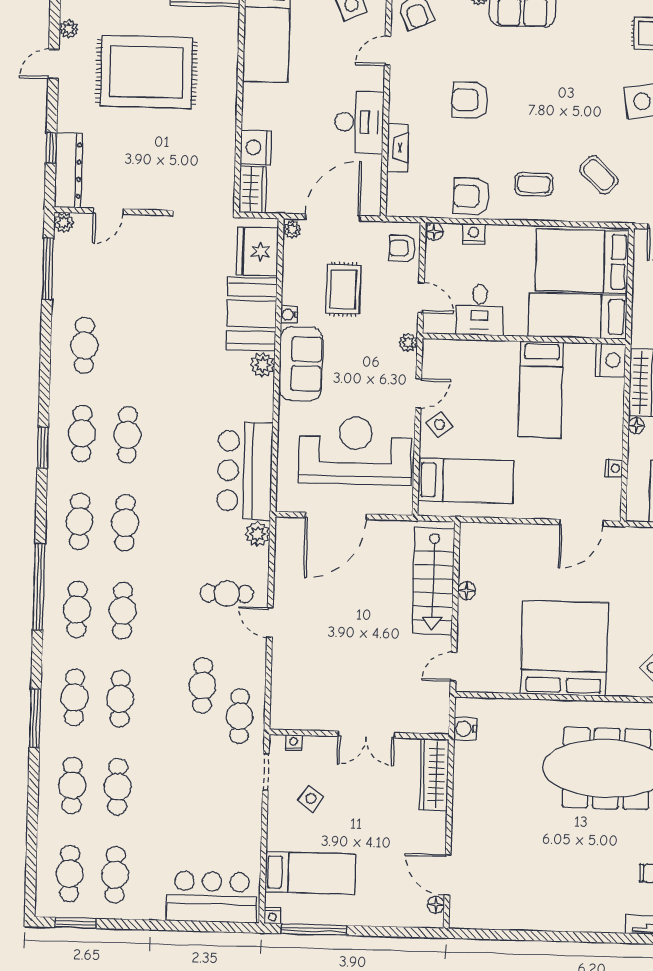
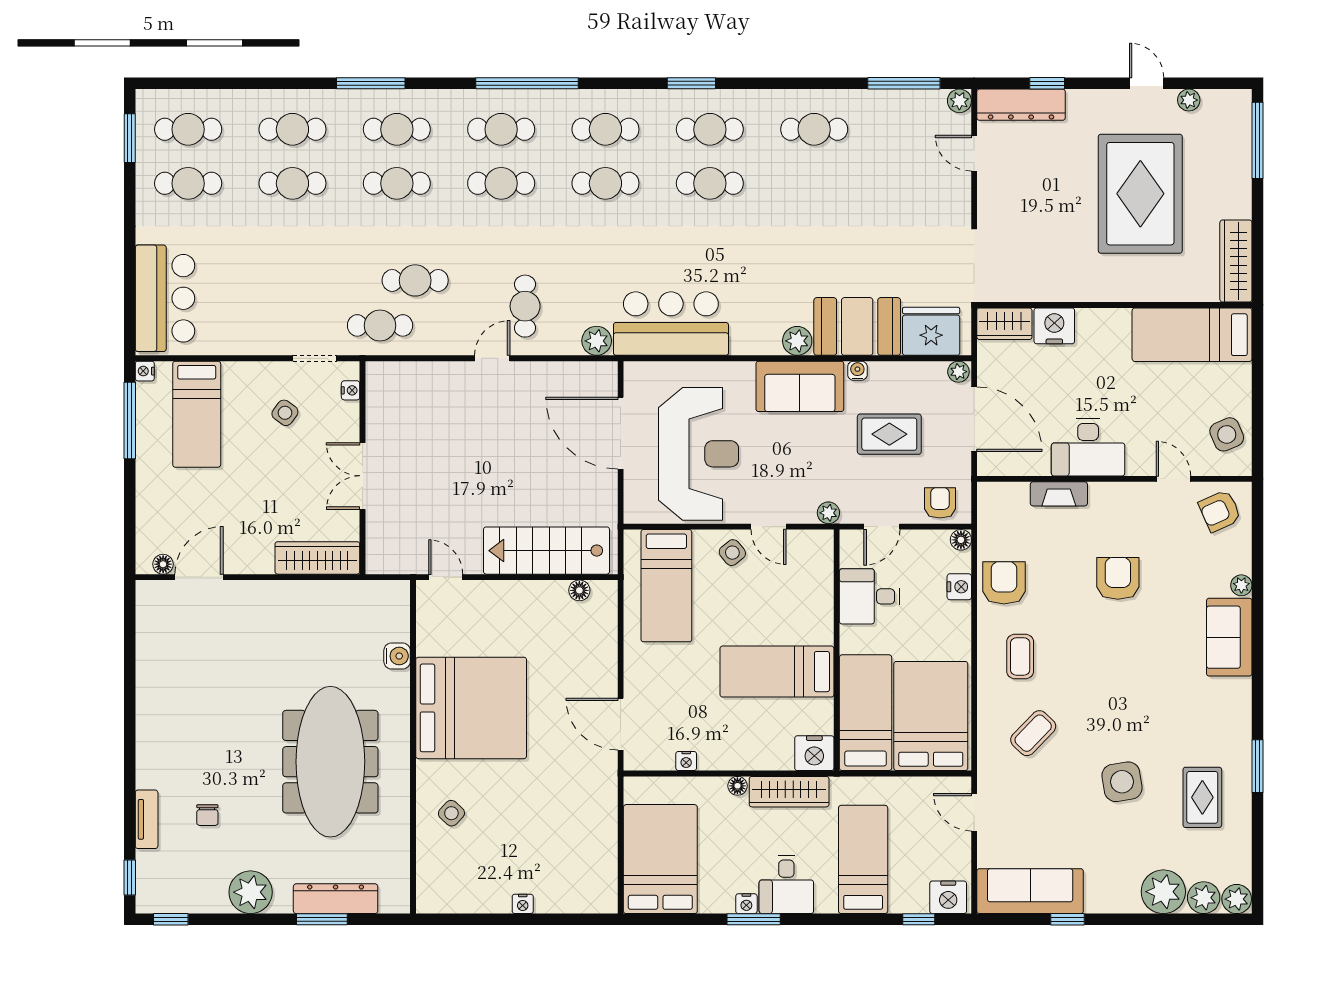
floor lamp: (467, 591) -> (579, 590), moved
water cooler: (465, 729) -> (397, 656), moved, turned 90

